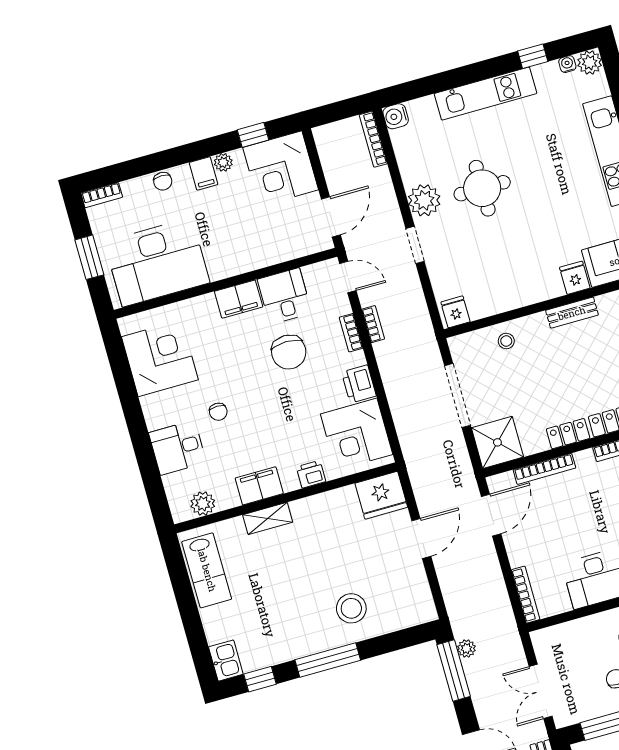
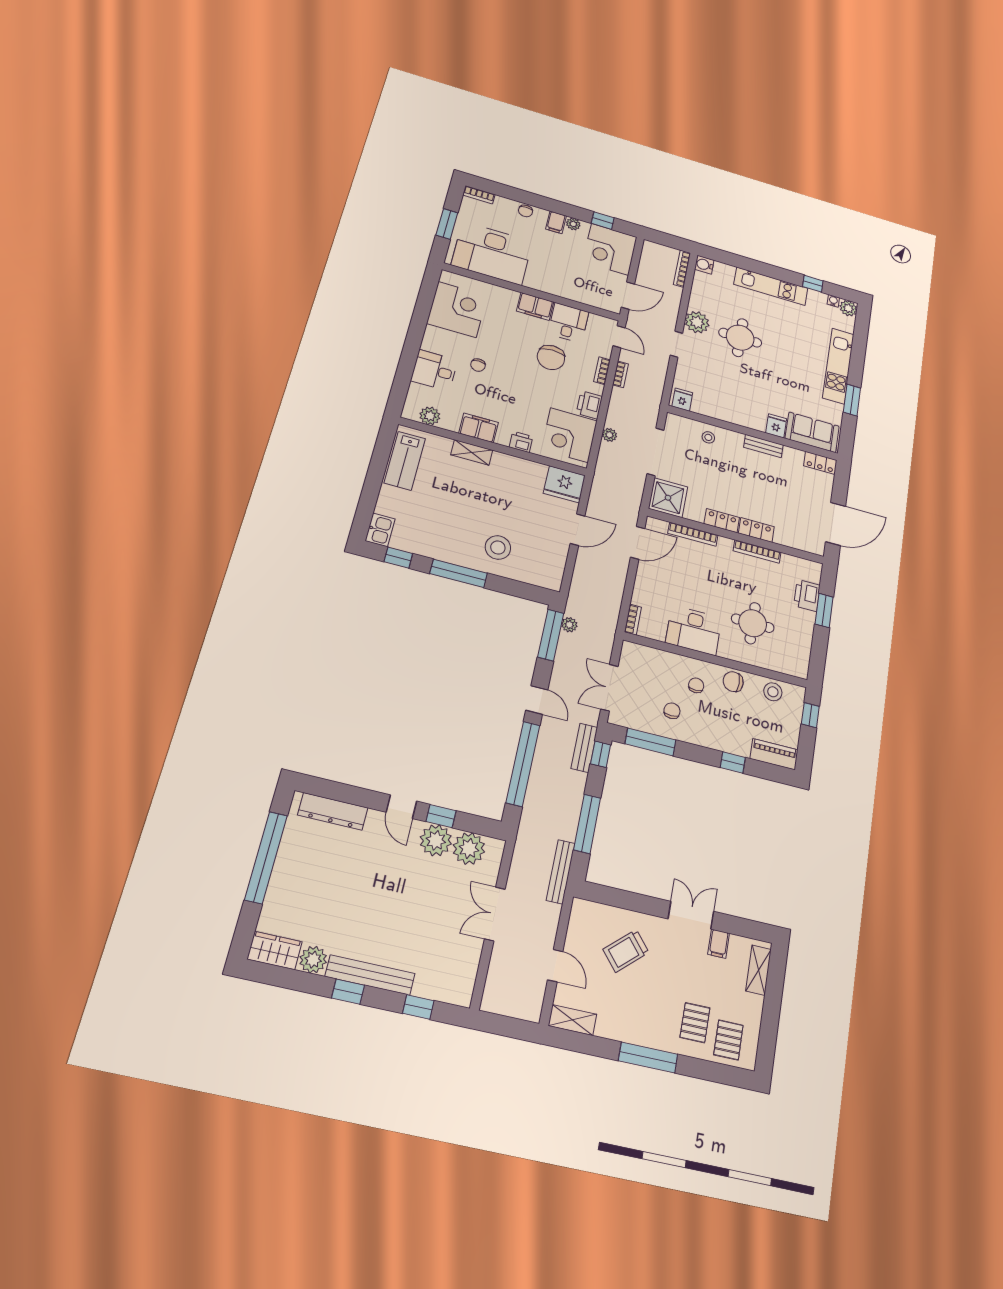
plant: (399, 407) -> (609, 435), added
bookcase: (526, 595) -> (633, 620), width x0.64

